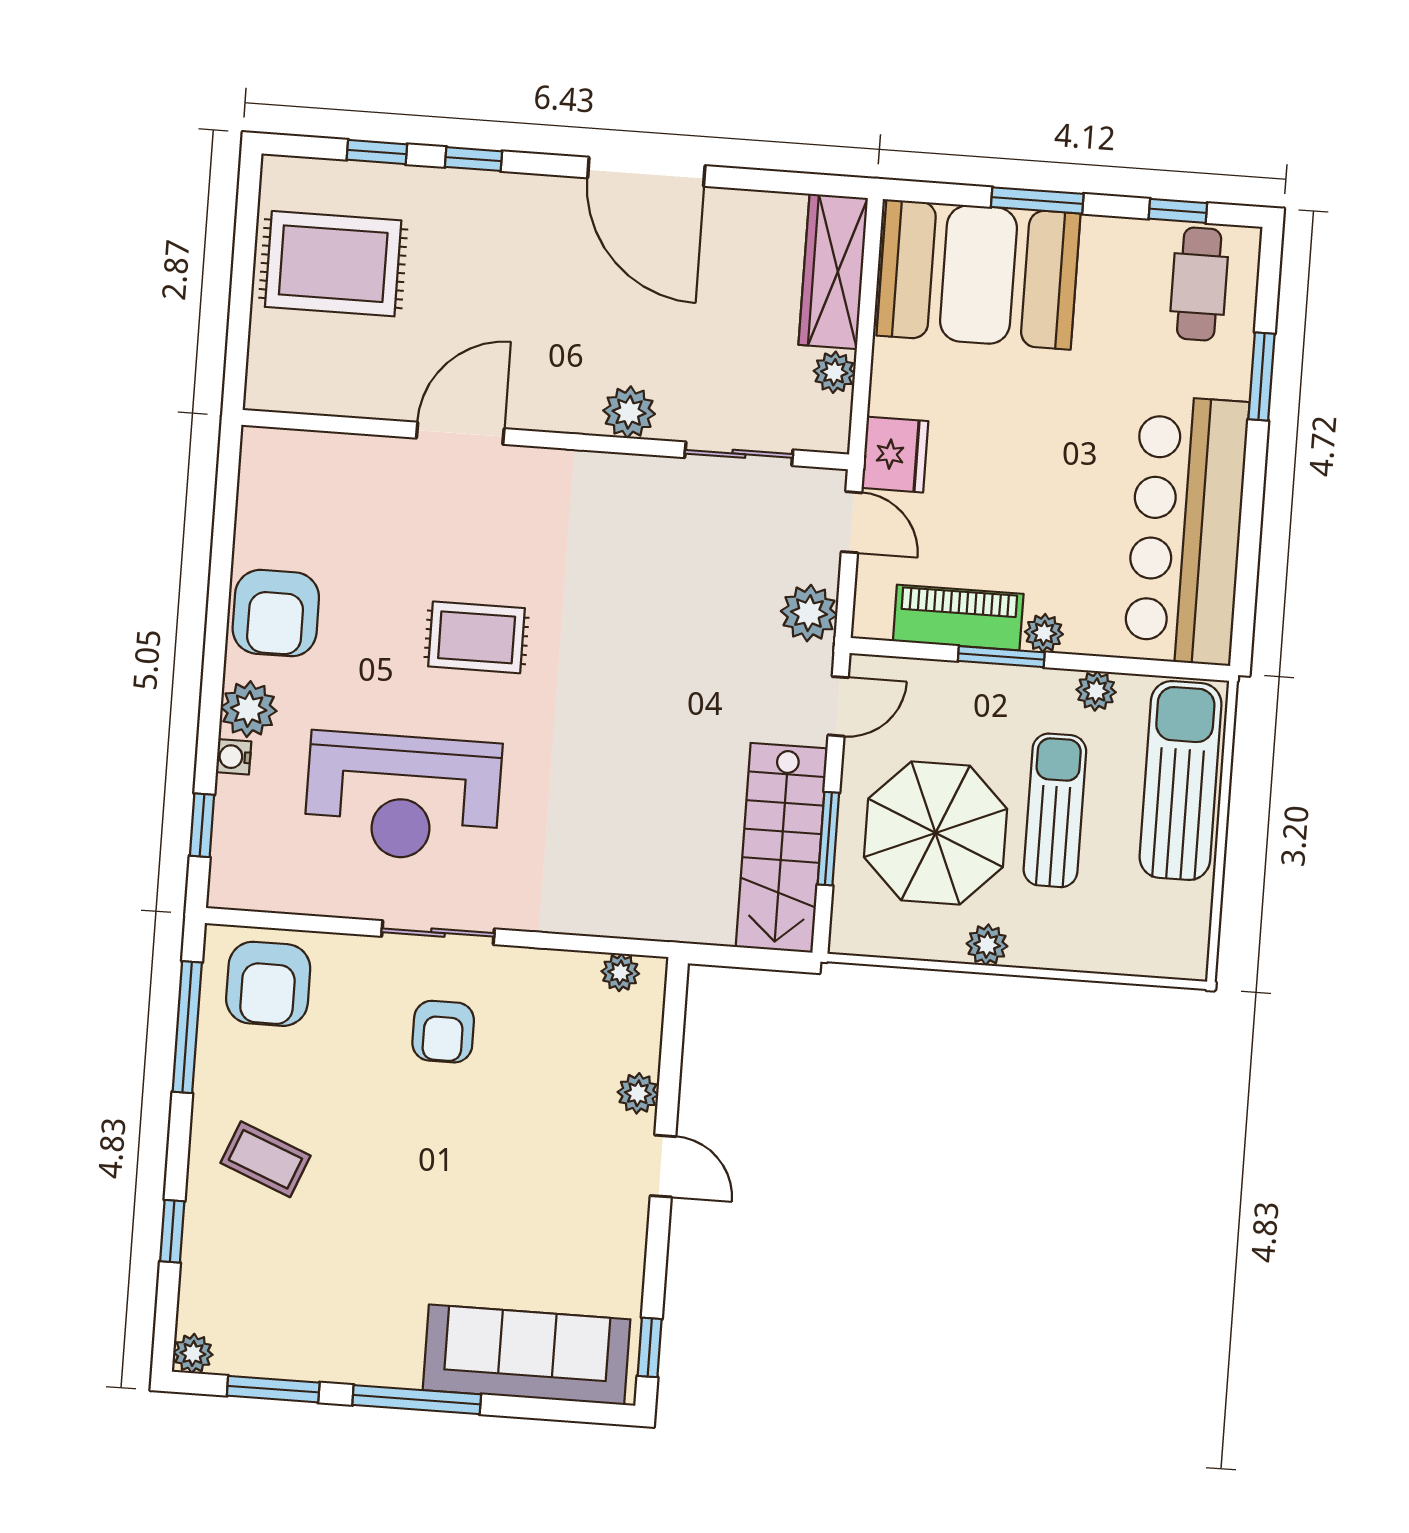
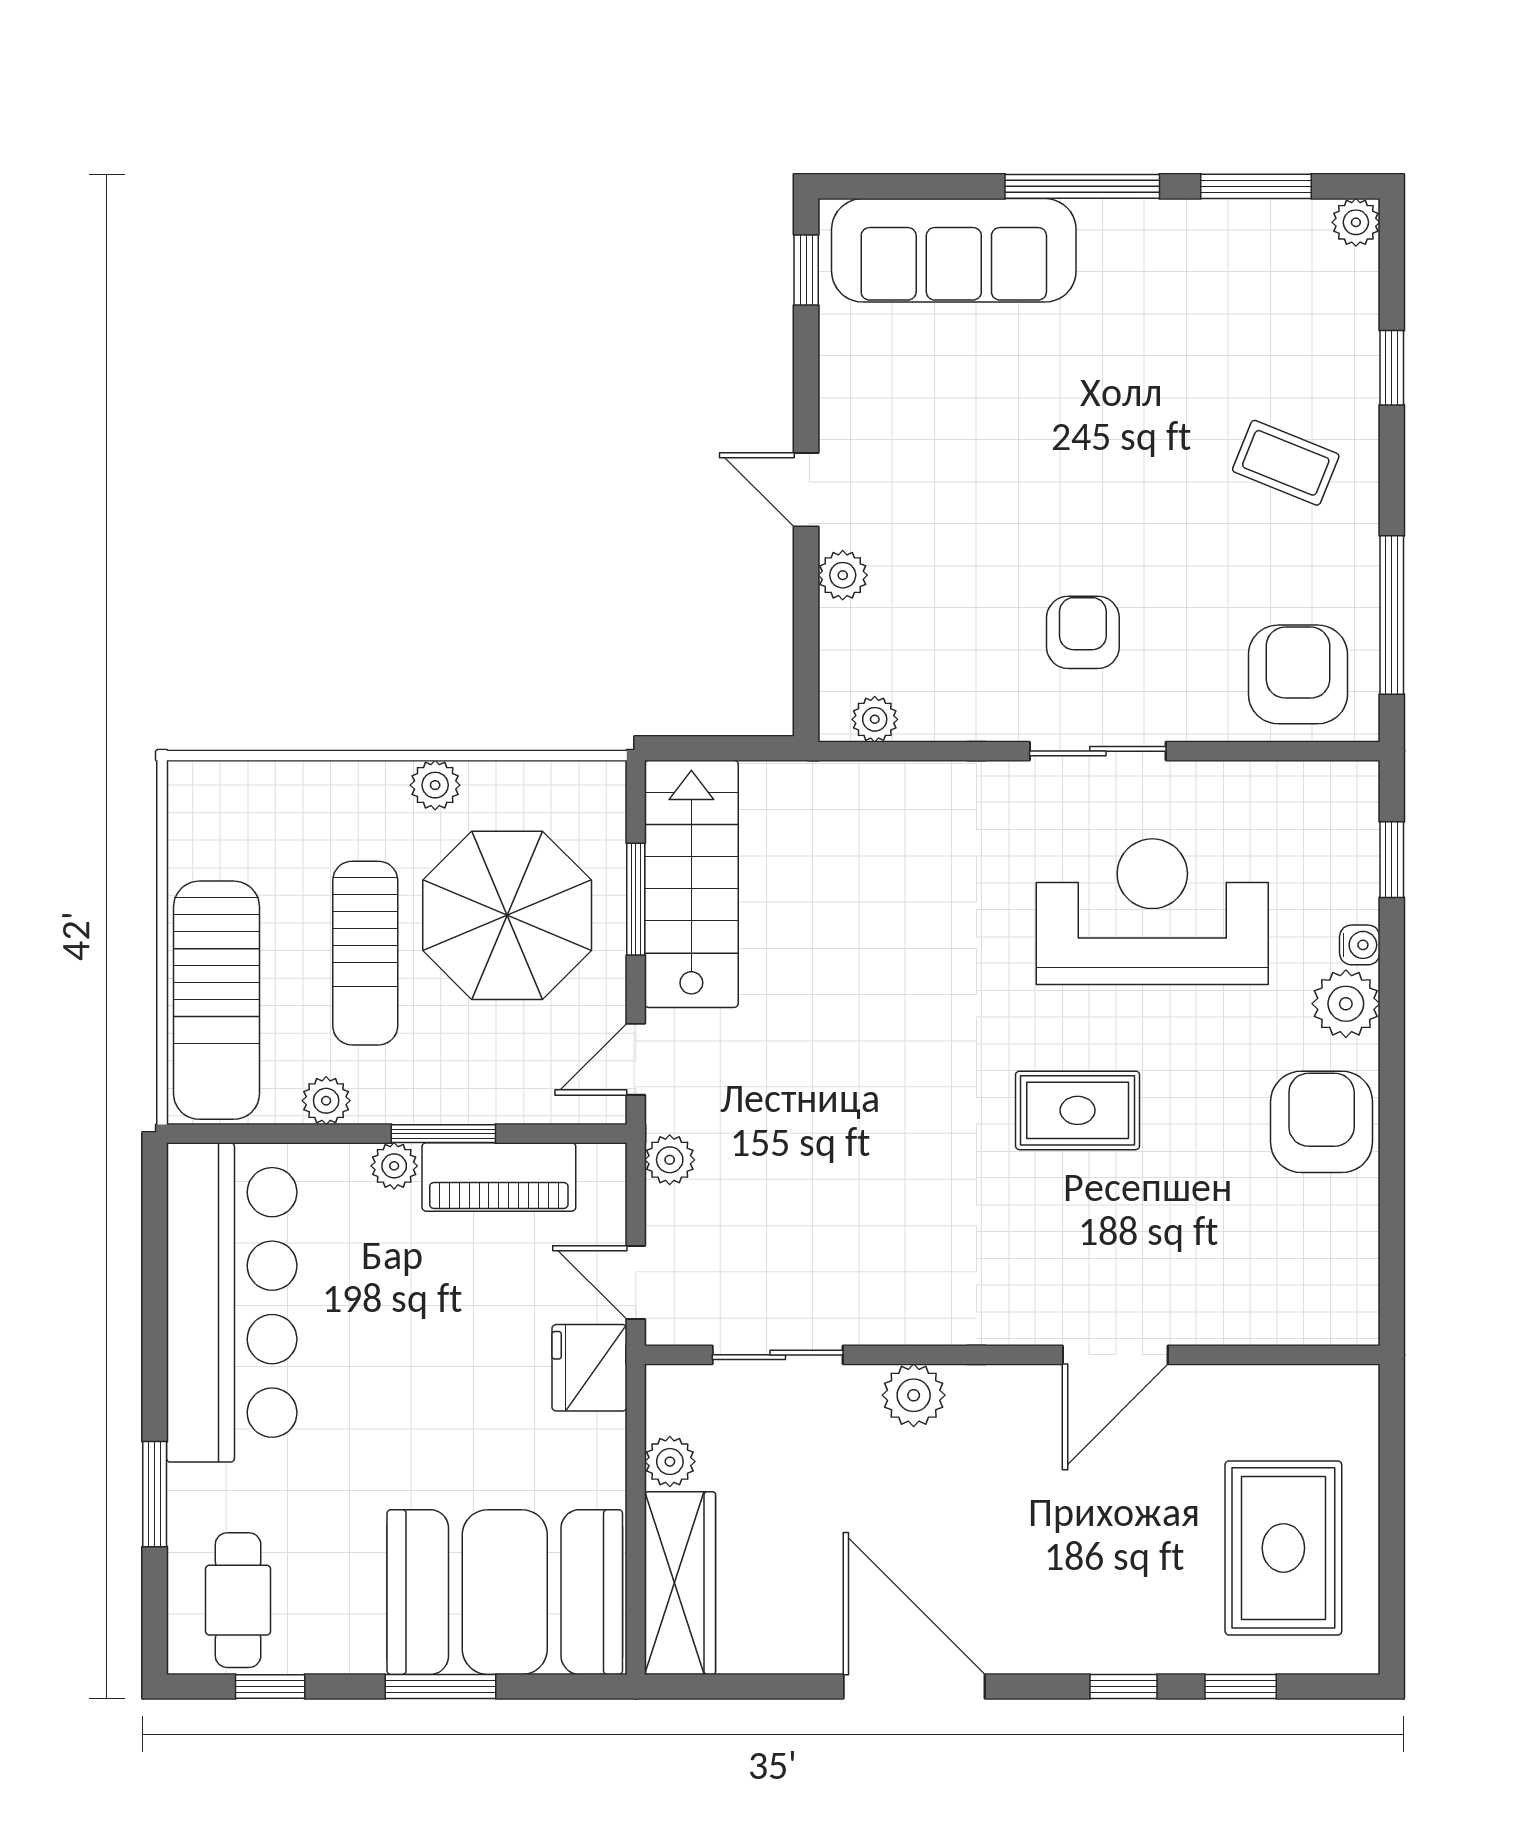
rug: (333, 264) -> (1283, 1548), turned 90
plant: (809, 613) -> (670, 1160), width x0.73, depth x0.73

